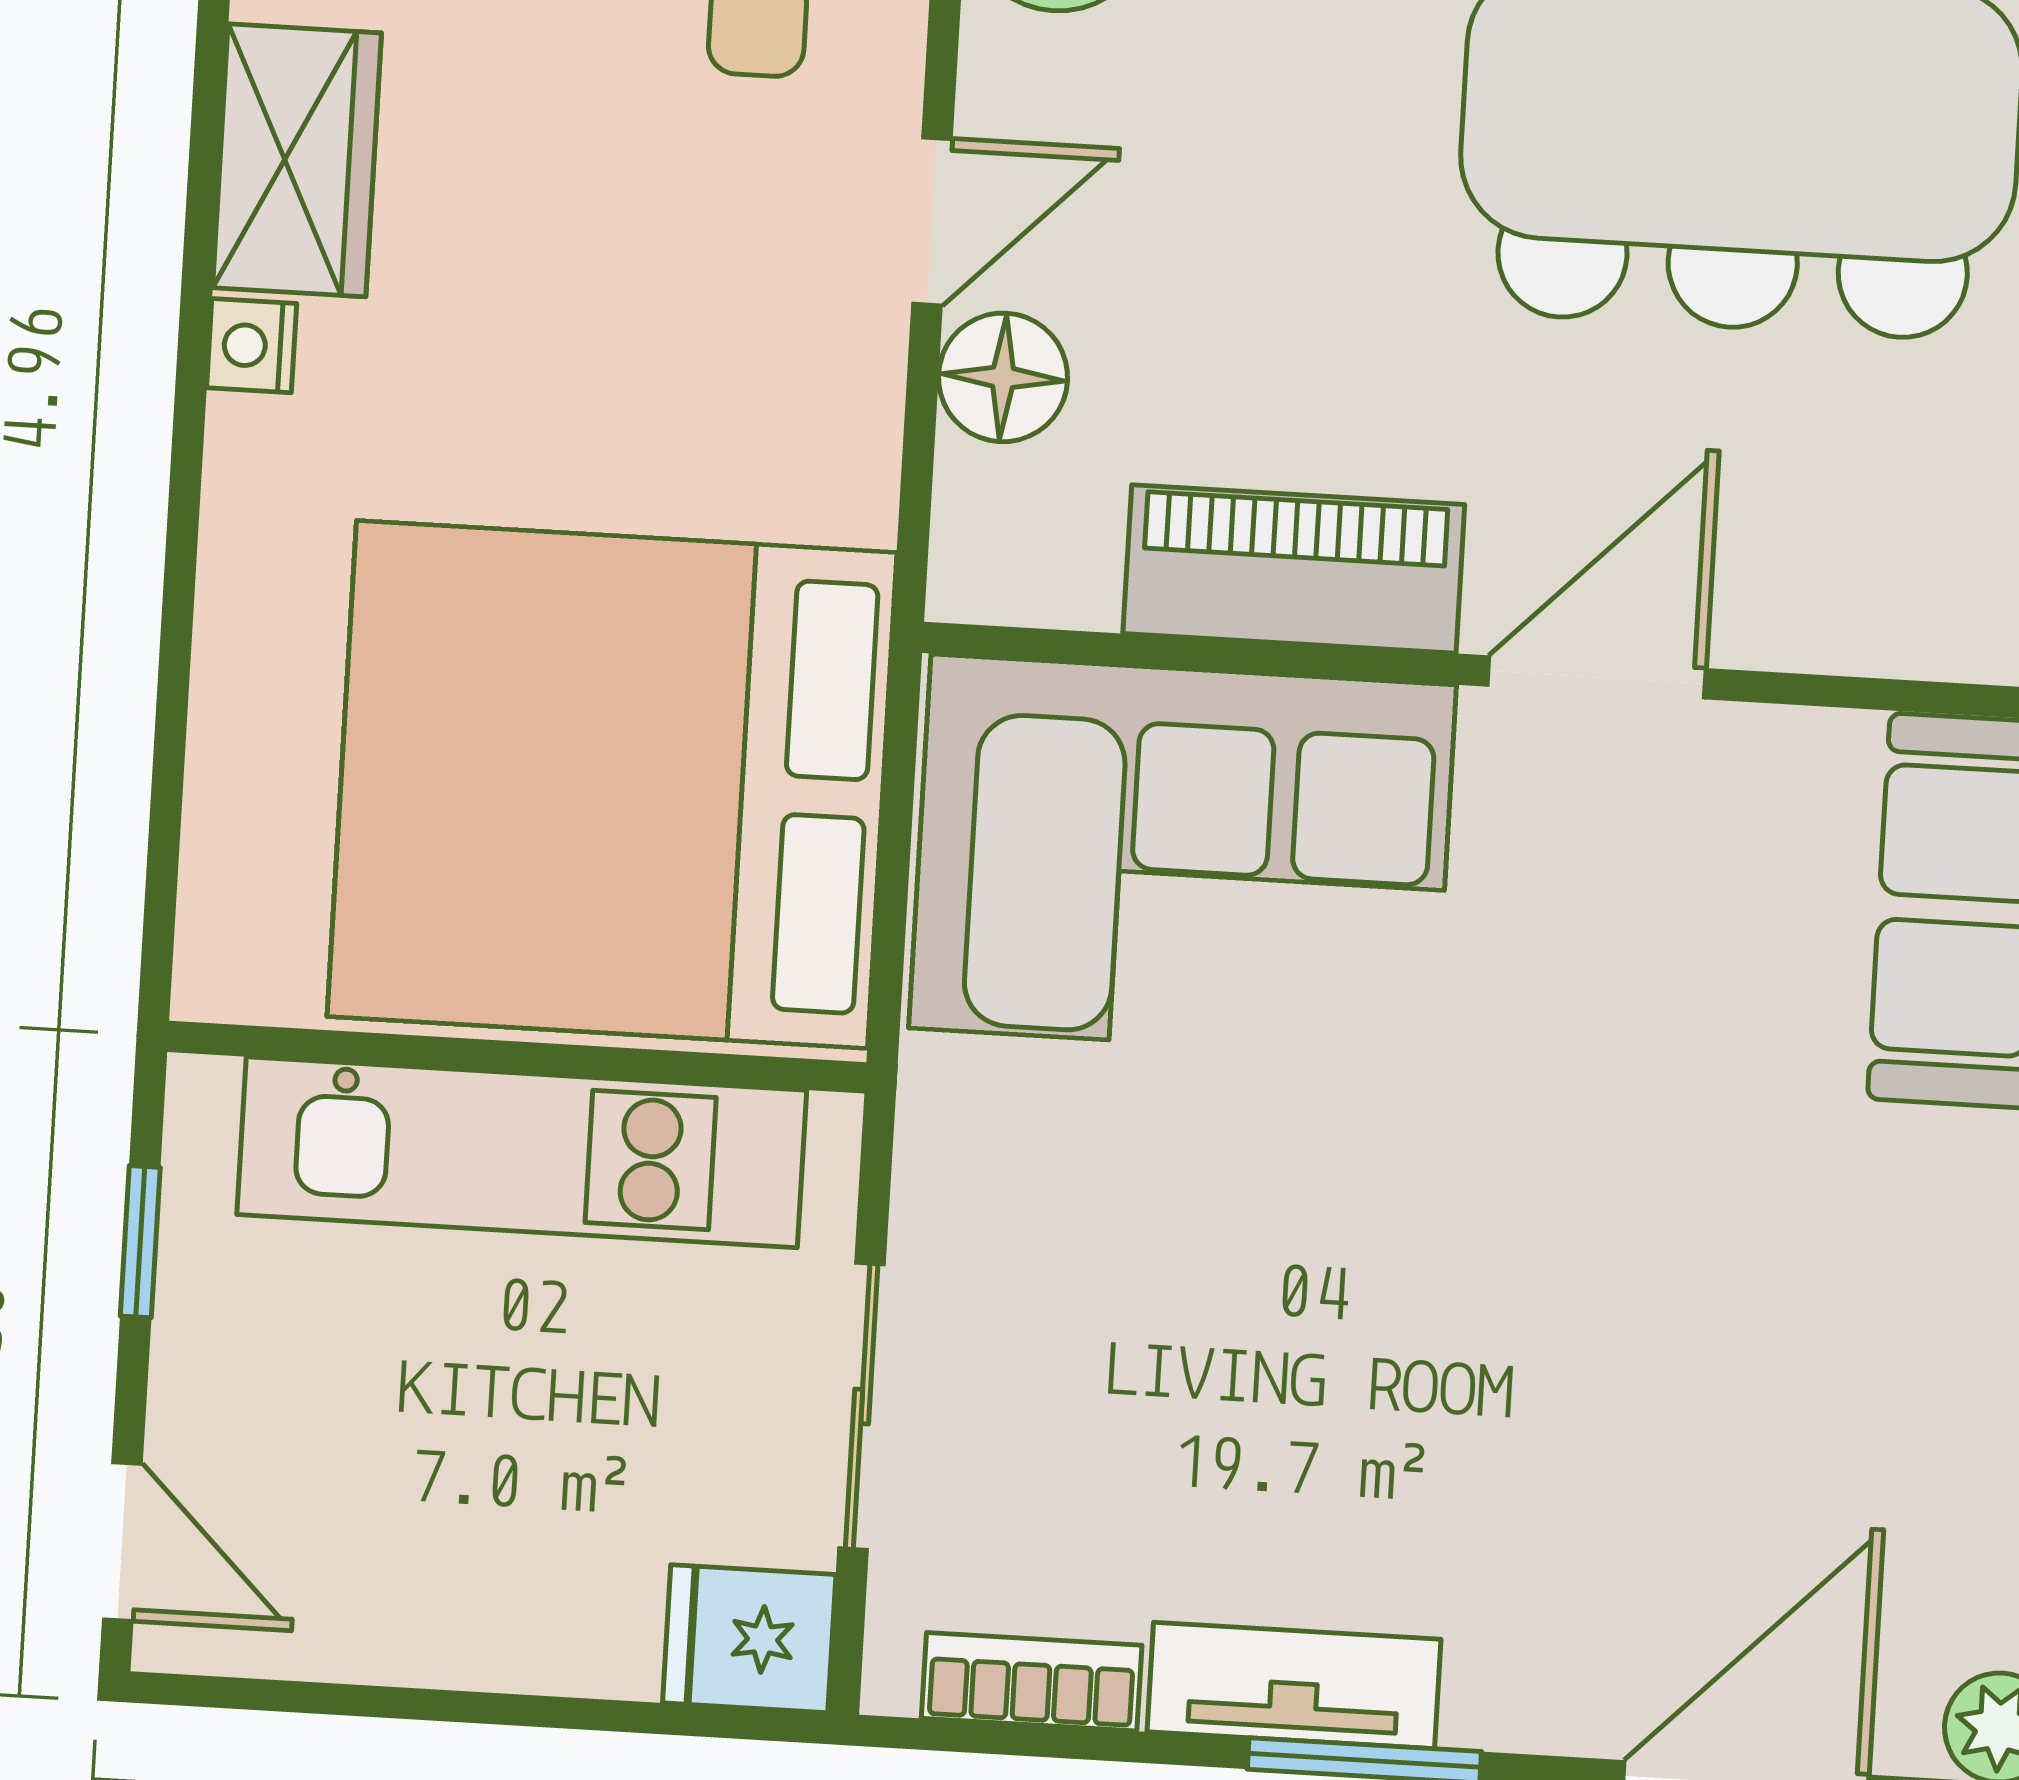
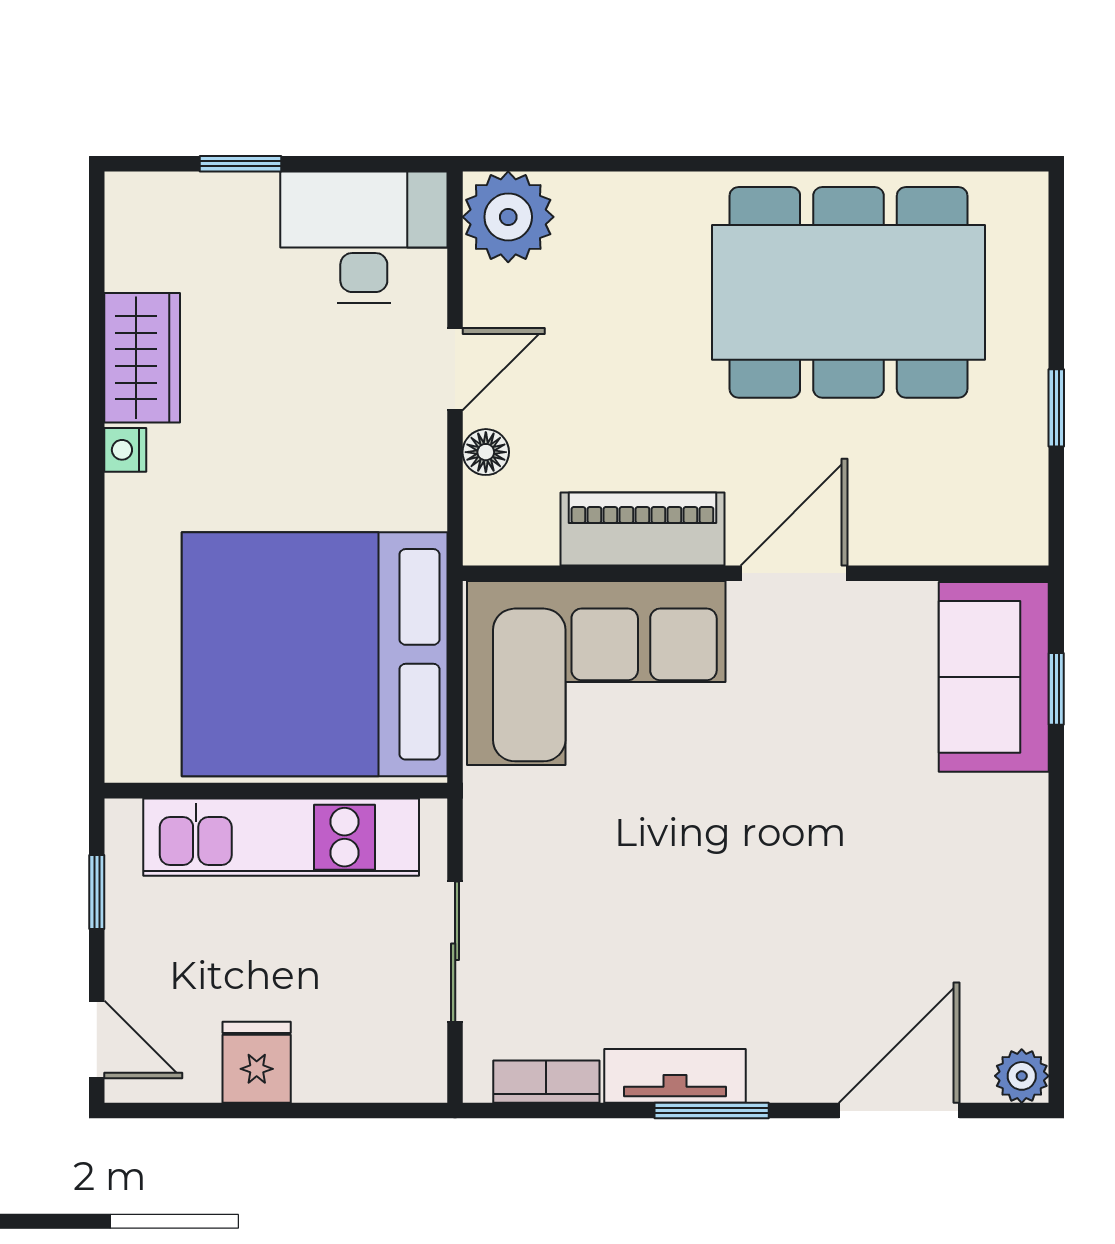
floor lamp: (1003, 377) -> (486, 452), width x0.73, depth x0.73
fridge: (749, 1639) -> (257, 1062), moved, turned 90

